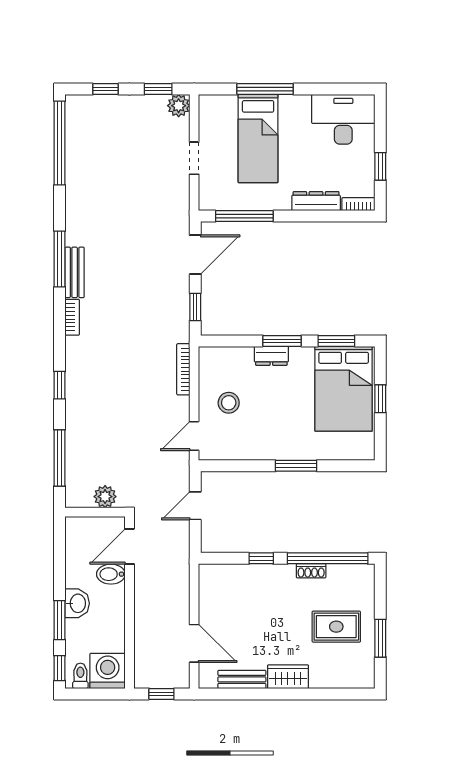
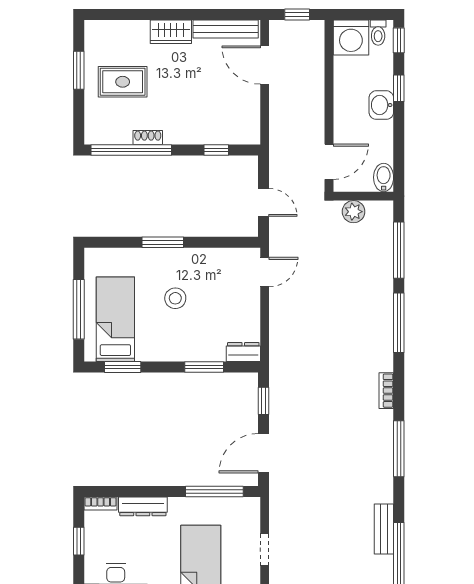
bench: (75, 272) -> (384, 529), moved
window: (282, 341) -> (204, 367), moved
dresser: (271, 356) -> (243, 352), moved
bookcase: (183, 369) -> (275, 339), removed
window: (60, 385) -> (399, 323), width x2.17
bed: (344, 389) -> (115, 319), width x0.67
window: (380, 399) -> (79, 309), width x2.17
stool: (229, 403) -> (175, 298), moved
door: (195, 506) -> (263, 202), hinge flipped
window: (261, 558) -> (216, 150), moved
bidet: (111, 574) -> (384, 177), moved, turned -90
window: (60, 620) -> (399, 88), width x0.67
bench: (242, 679) -> (226, 29), width x1.36

